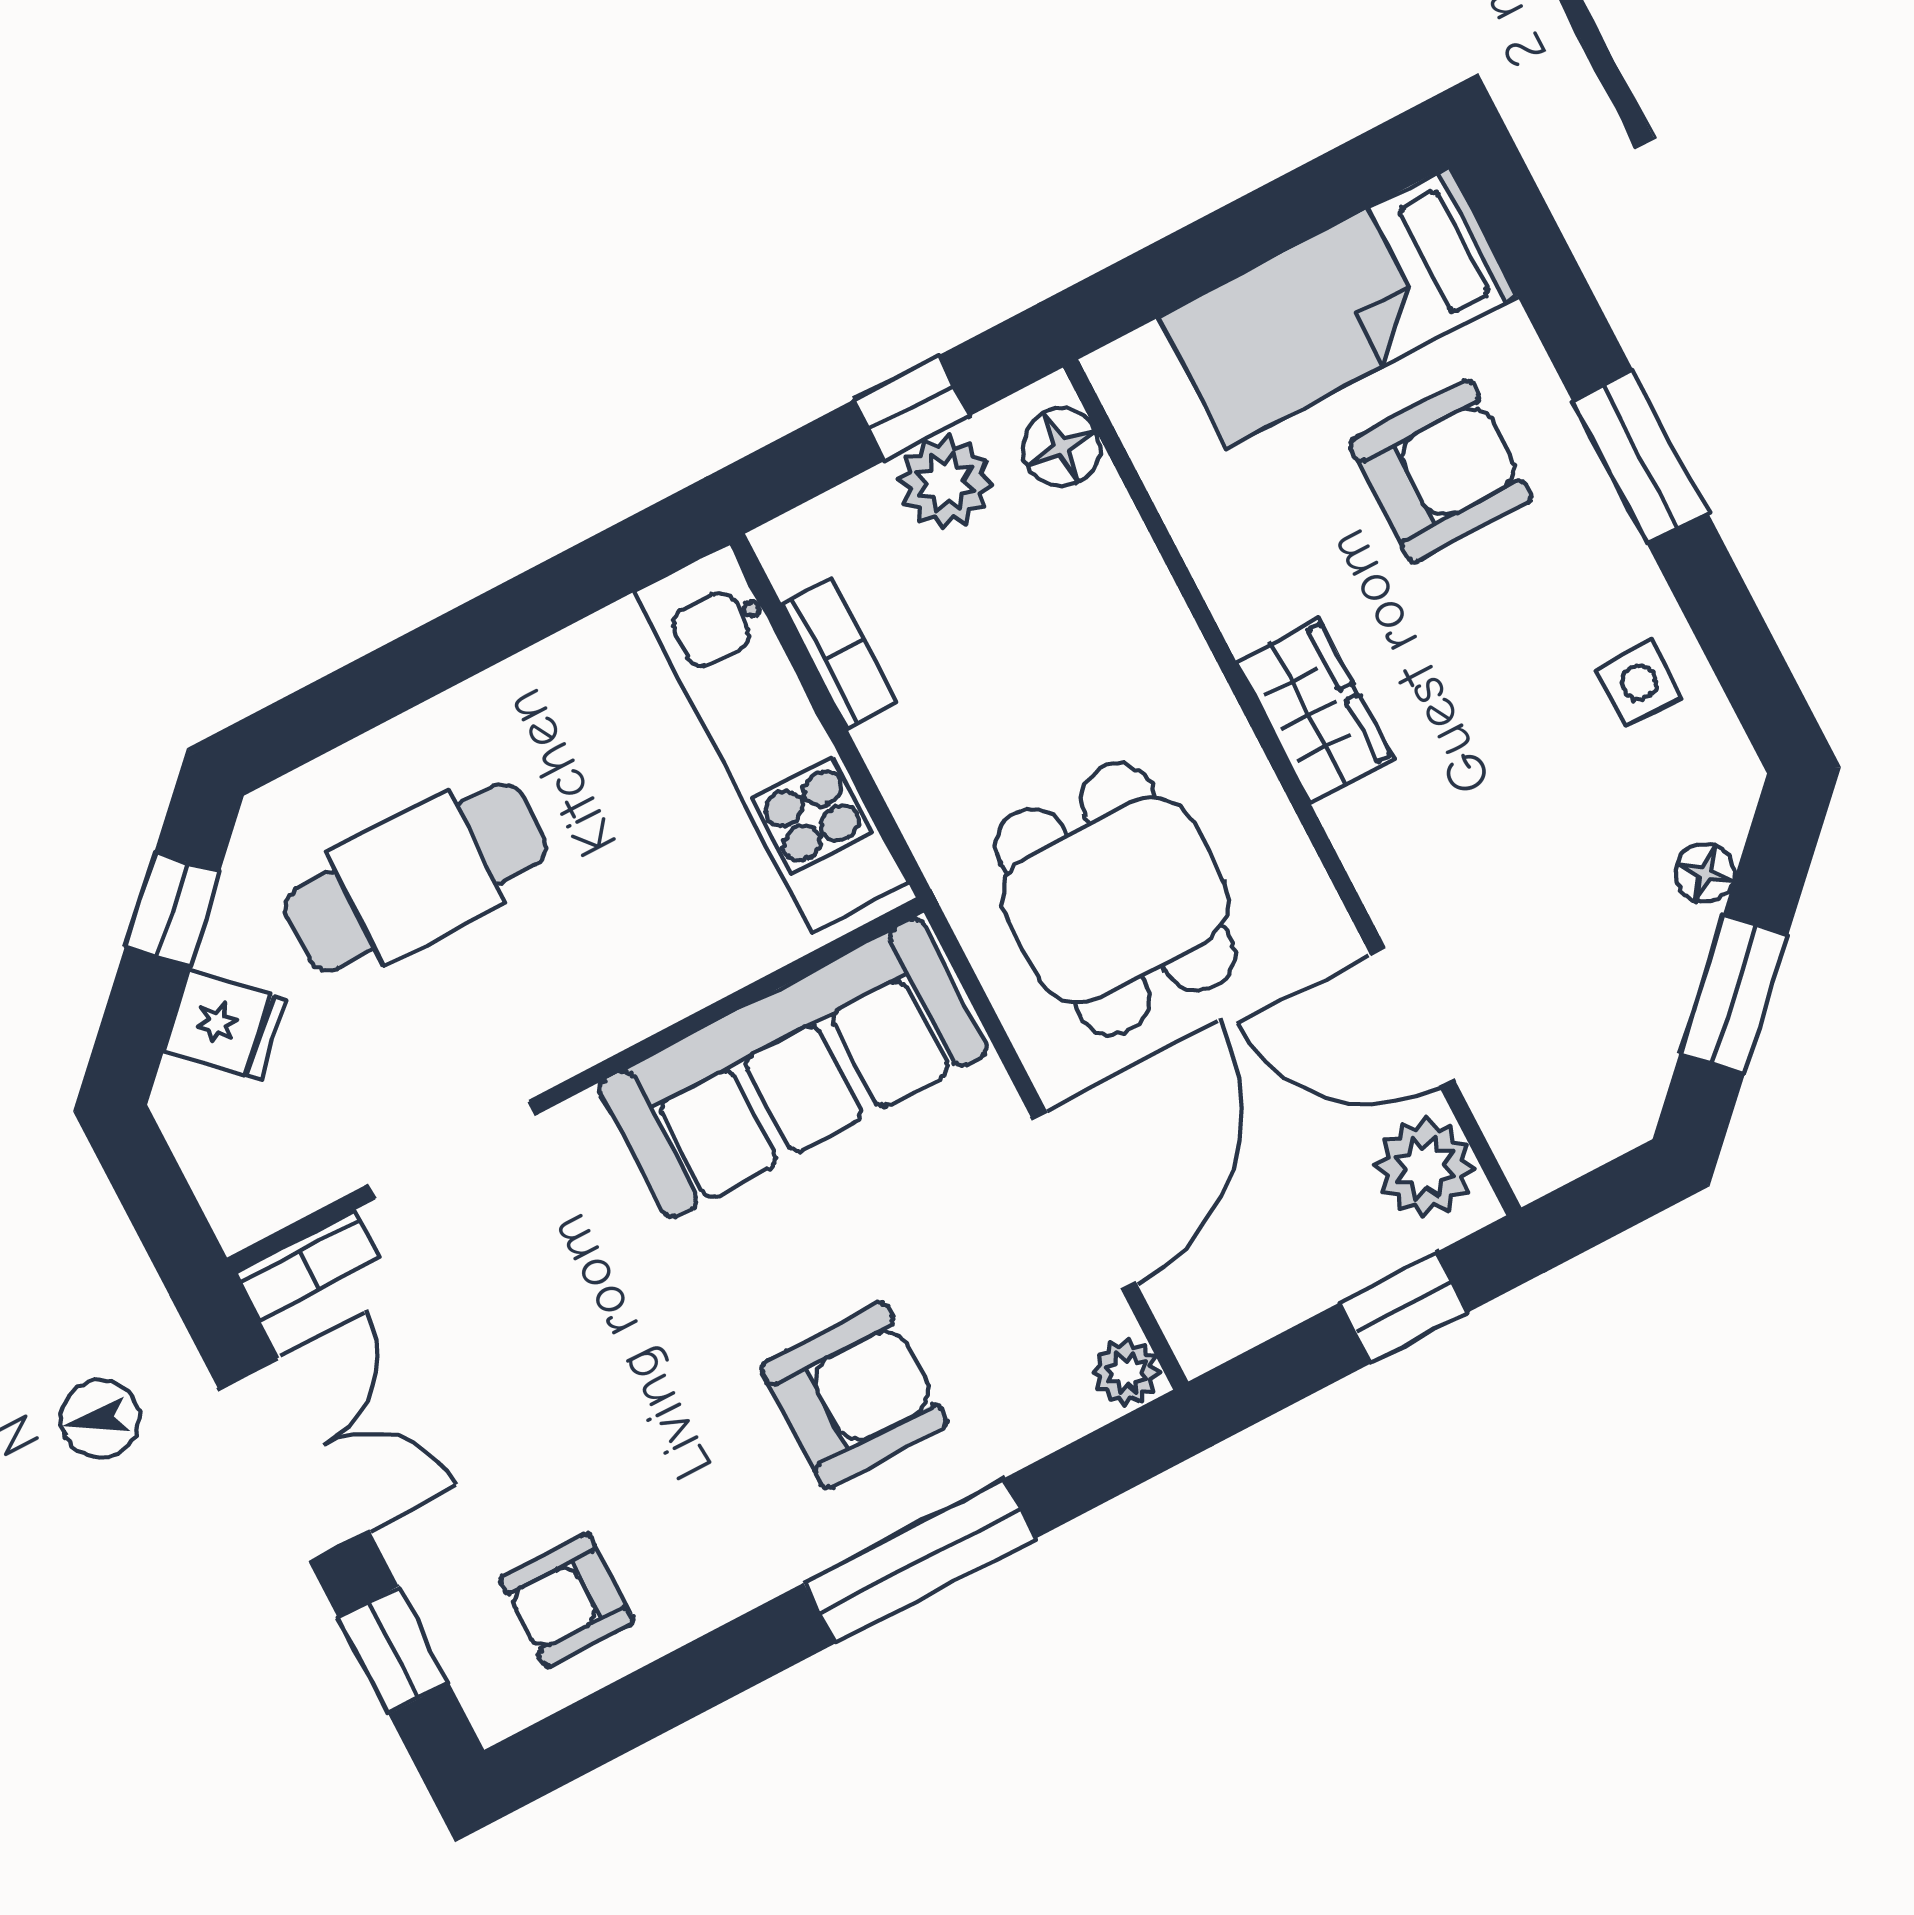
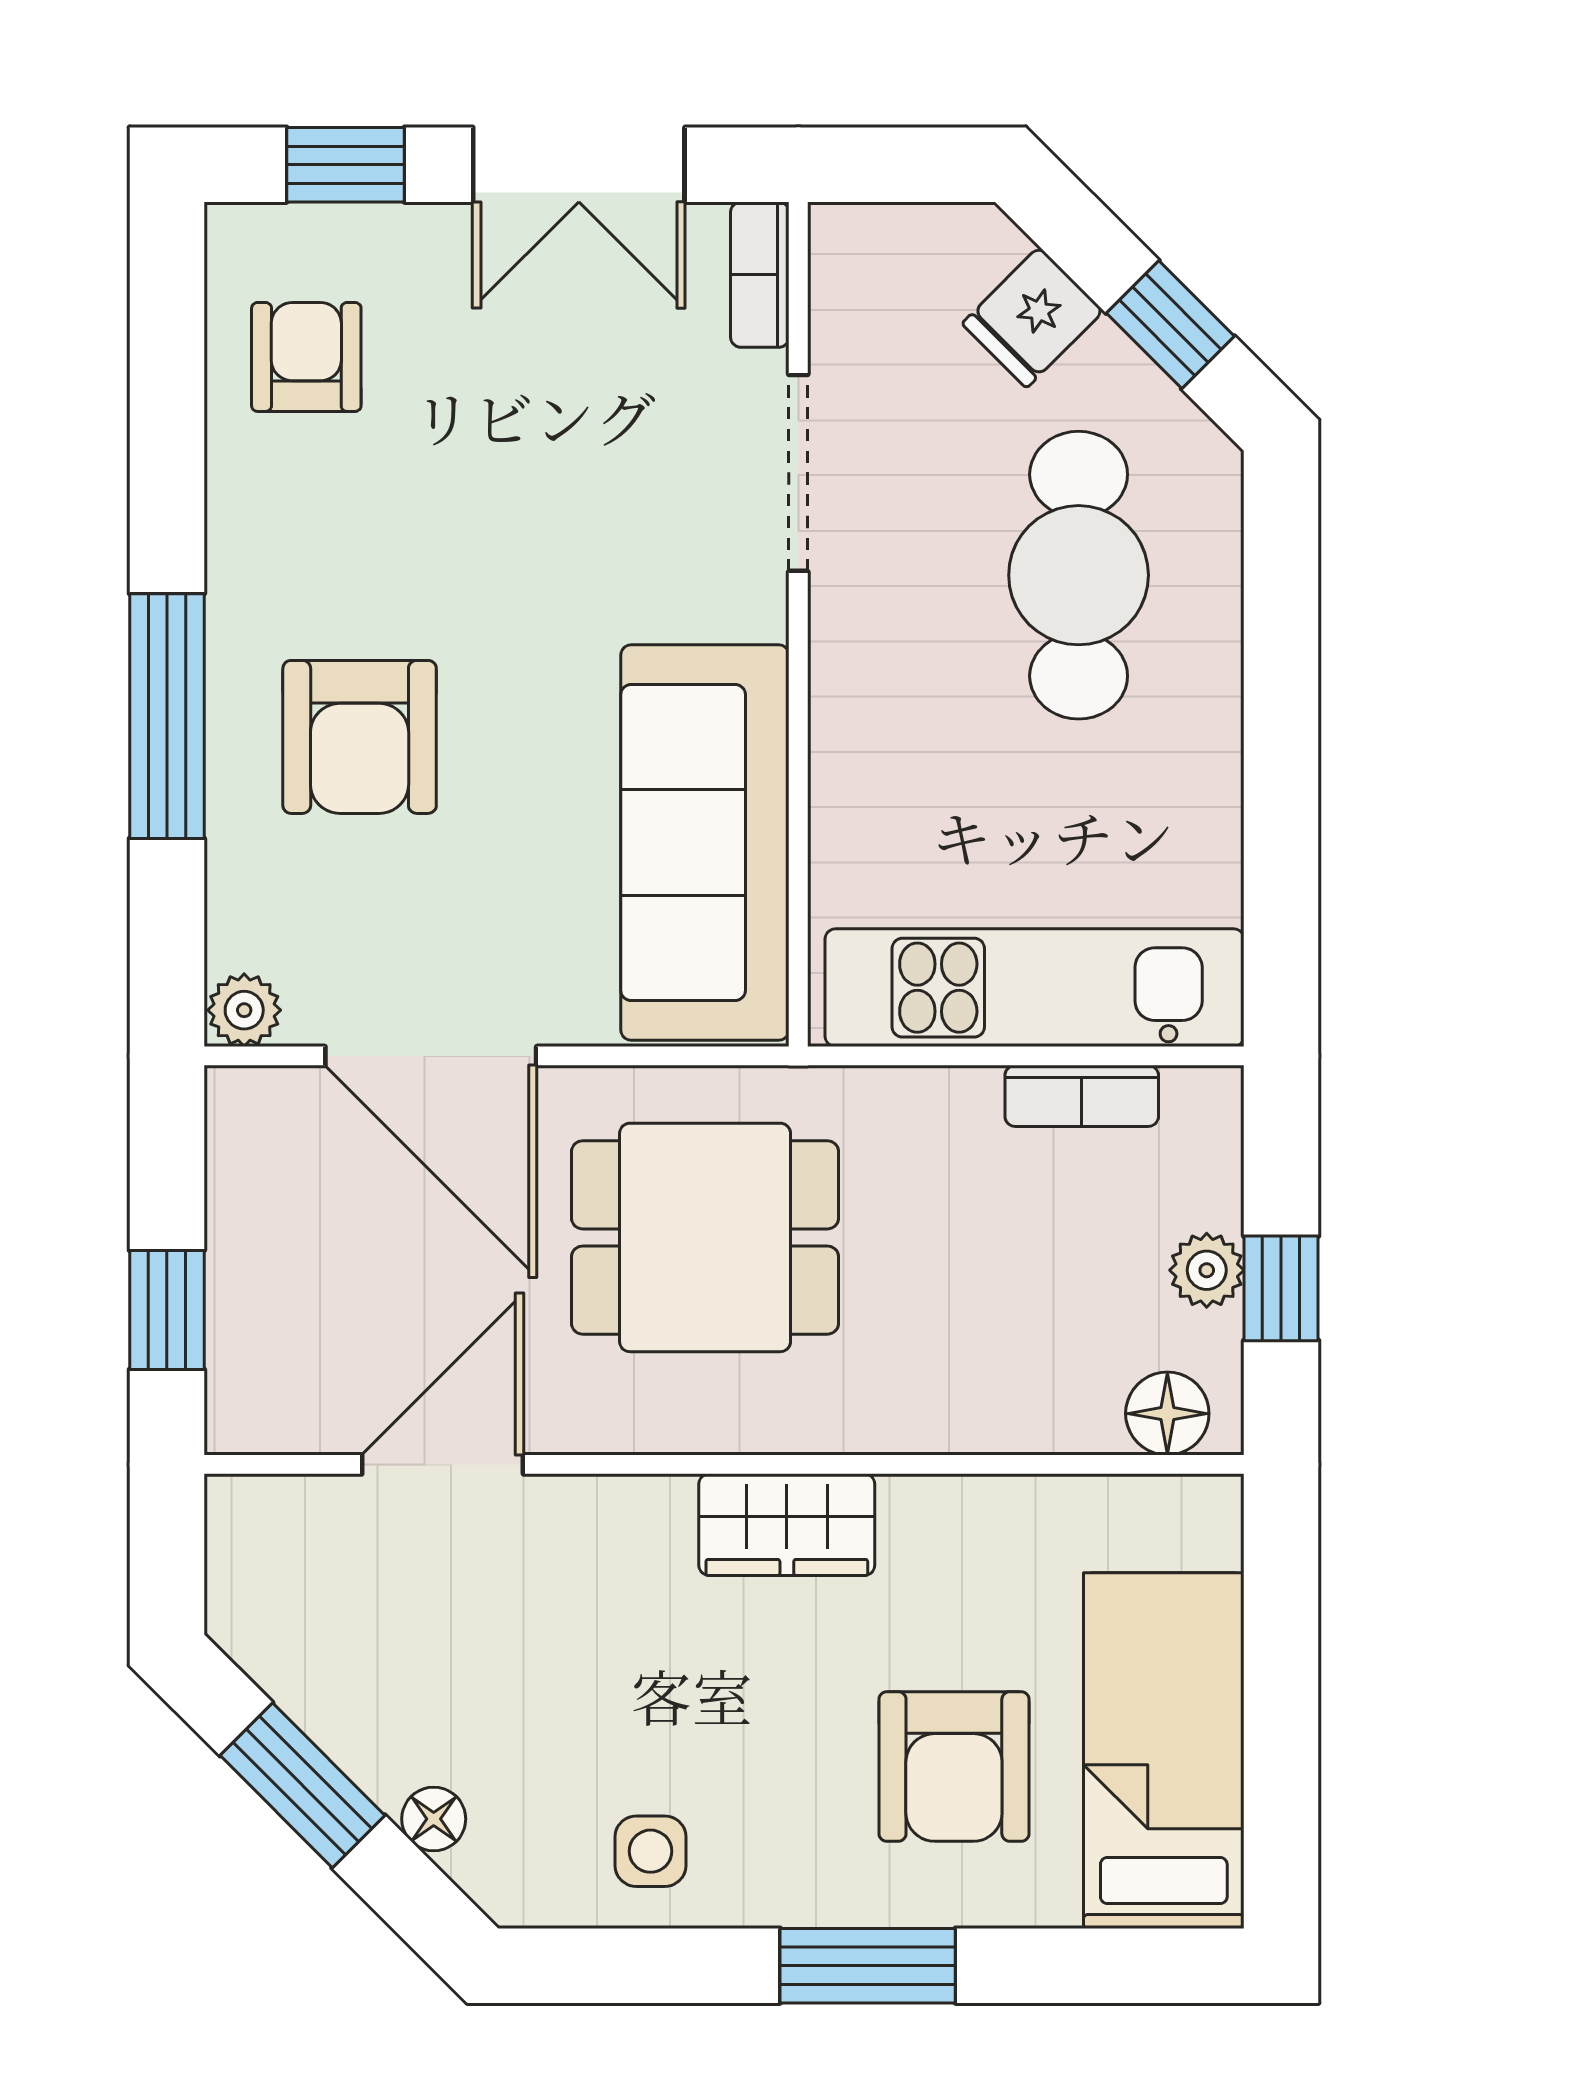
plant: (945, 482) -> (1207, 1270), width x0.73, depth x0.73
plant: (1425, 1168) -> (291, 1401), removed

